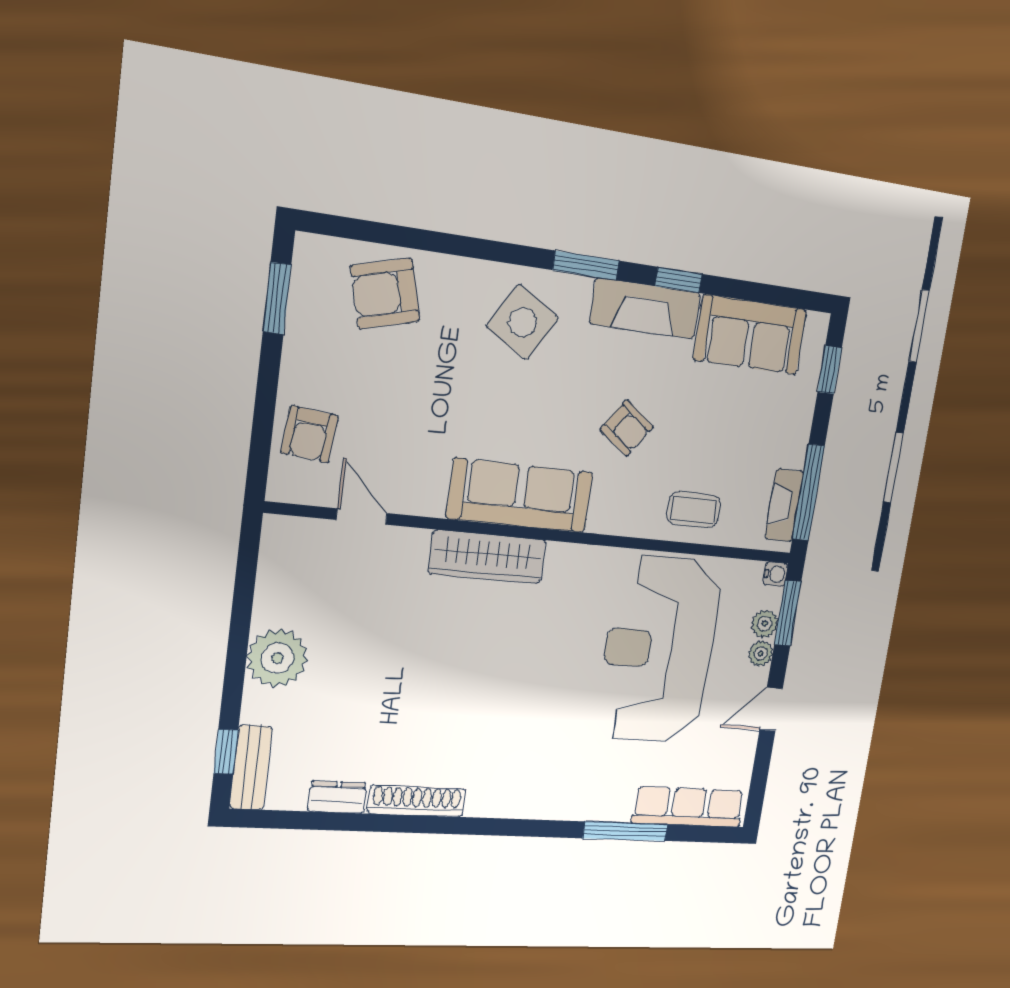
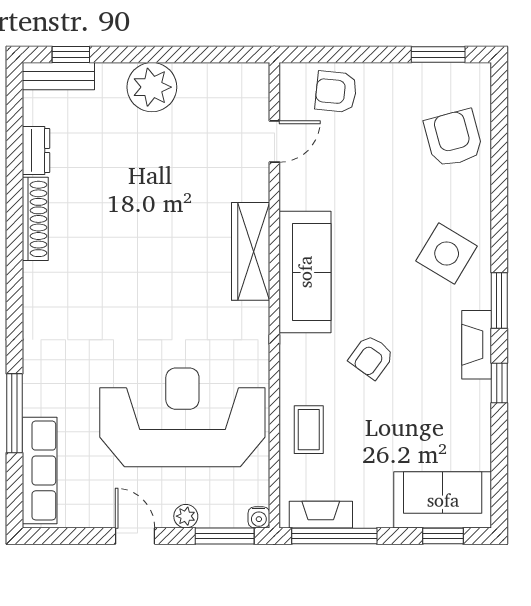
fireplace: (645, 308) -> (477, 345), width x0.73, depth x0.76
sofa: (750, 335) -> (443, 500), moved, turned 90
plant: (765, 624) -> (213, 515), removed

